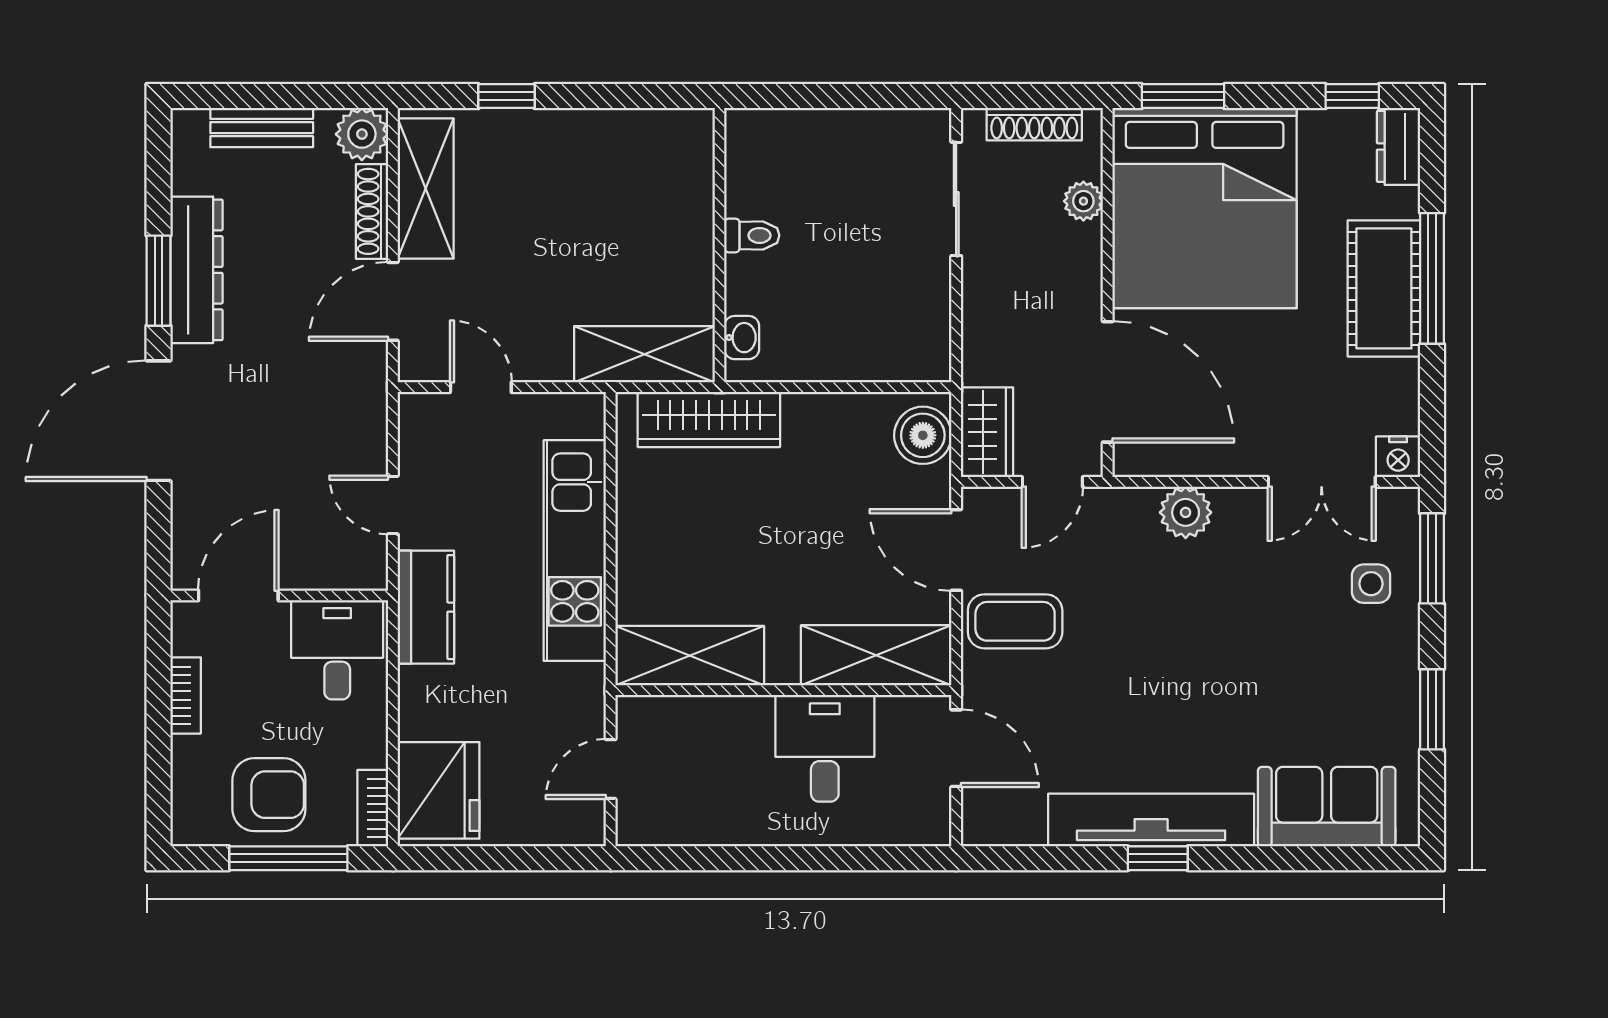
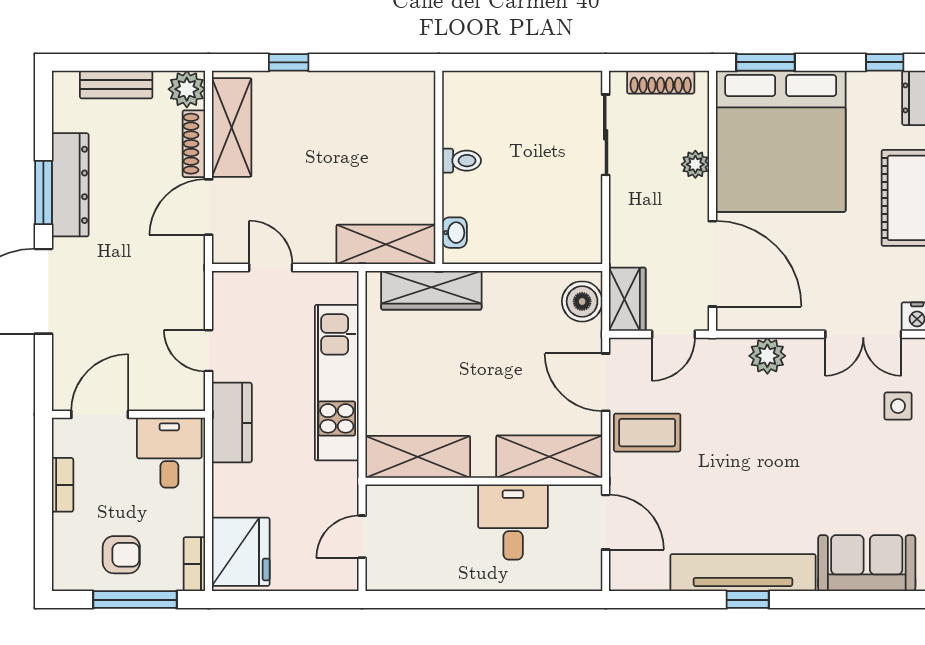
plant: (1083, 201) -> (695, 164), moved
armchair: (269, 795) -> (121, 555), width x0.72, depth x0.72

